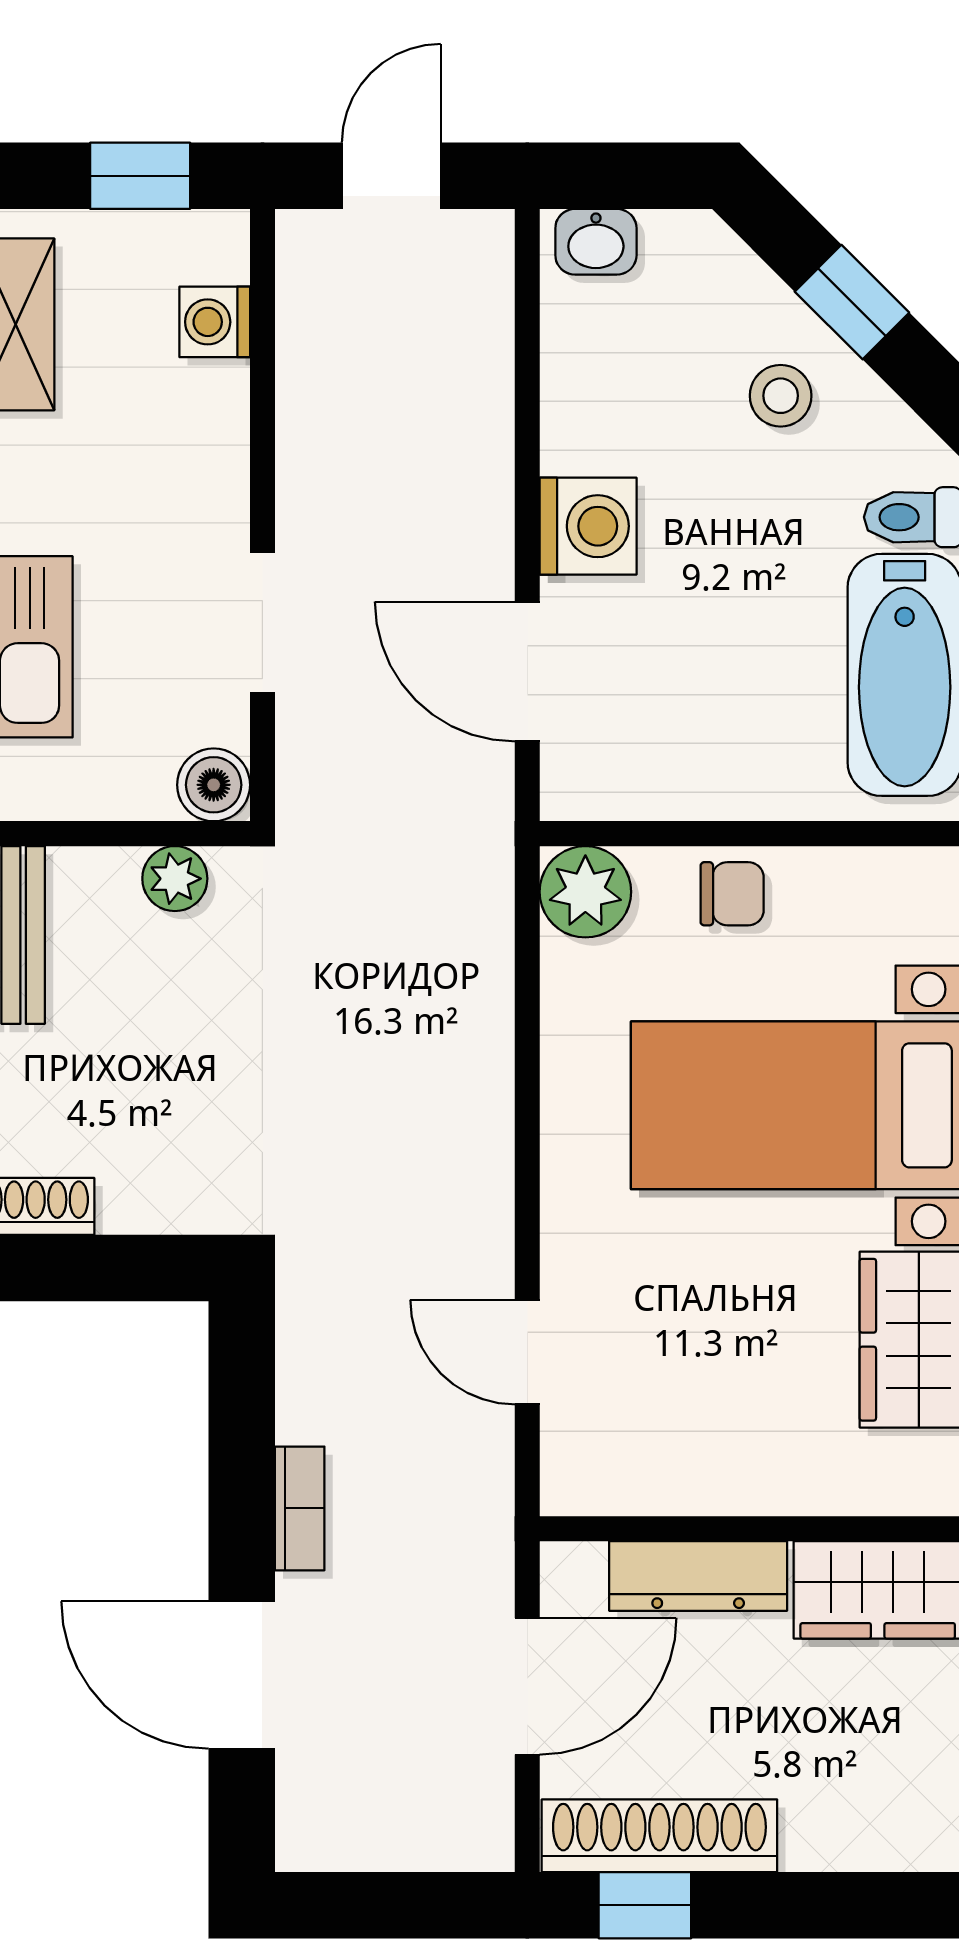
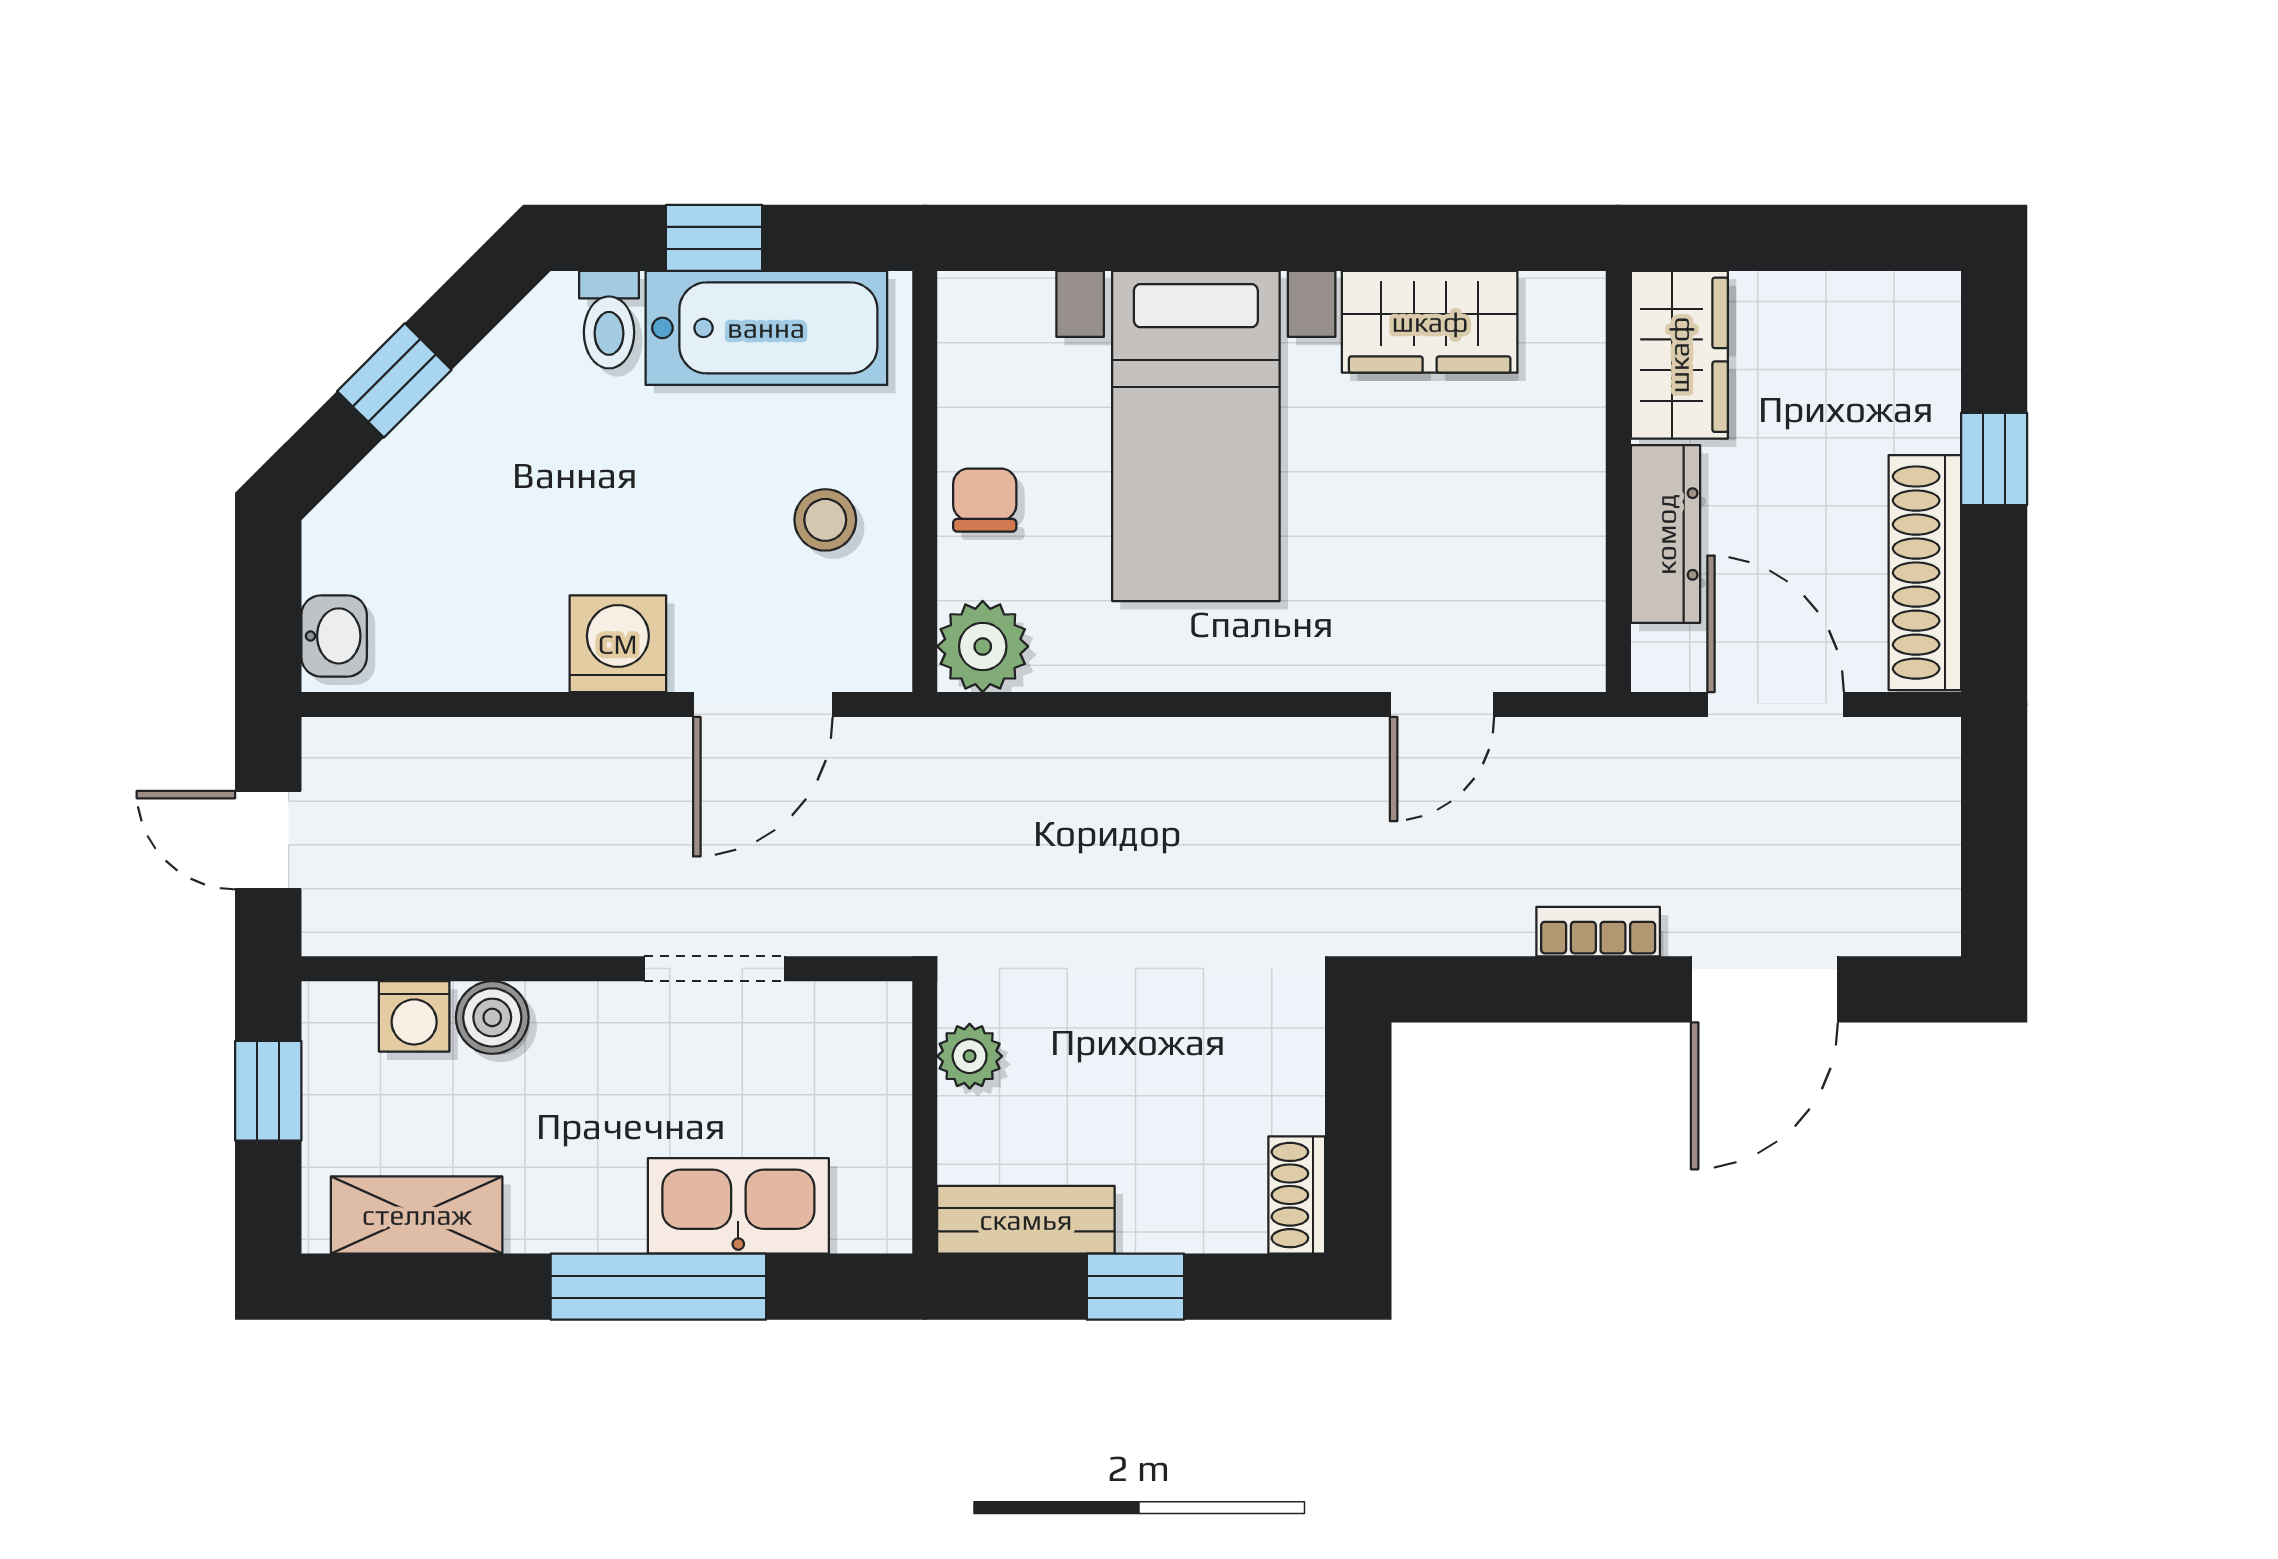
stool: (781, 396) -> (825, 520), moved
boiler: (214, 785) -> (492, 1017), moved
window: (645, 1905) -> (1994, 459), moved

